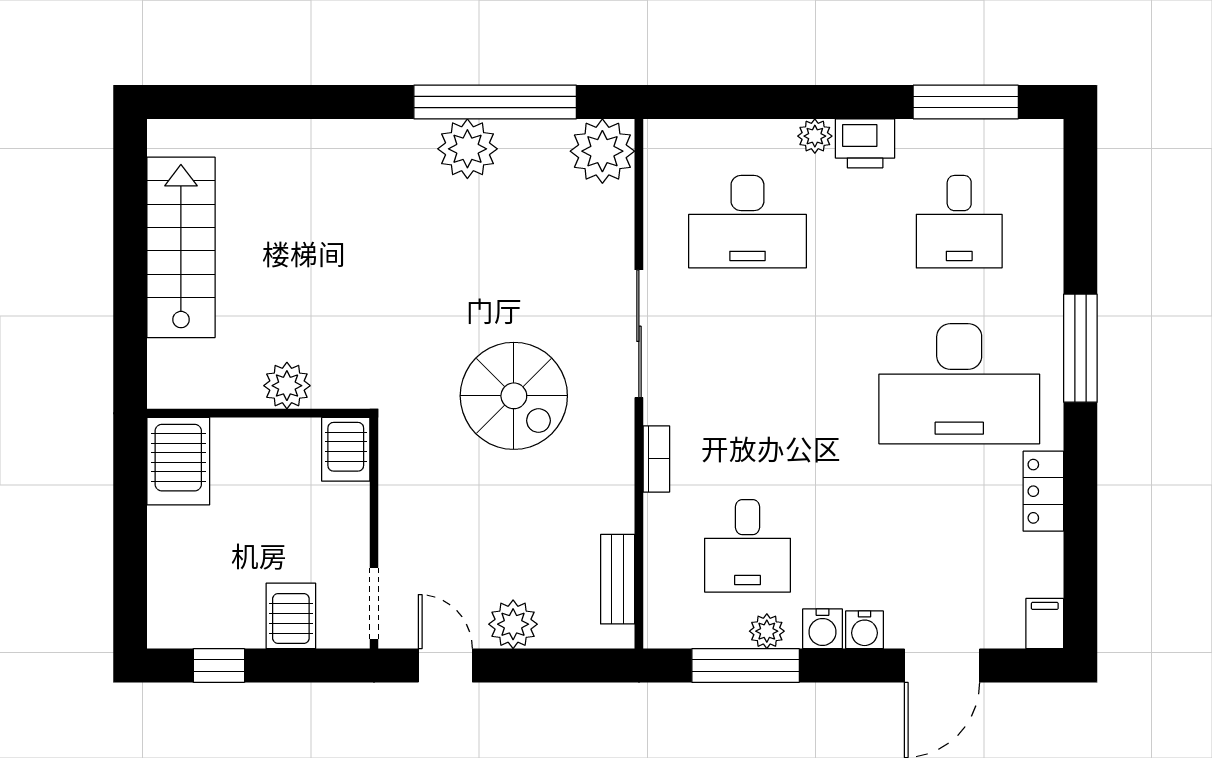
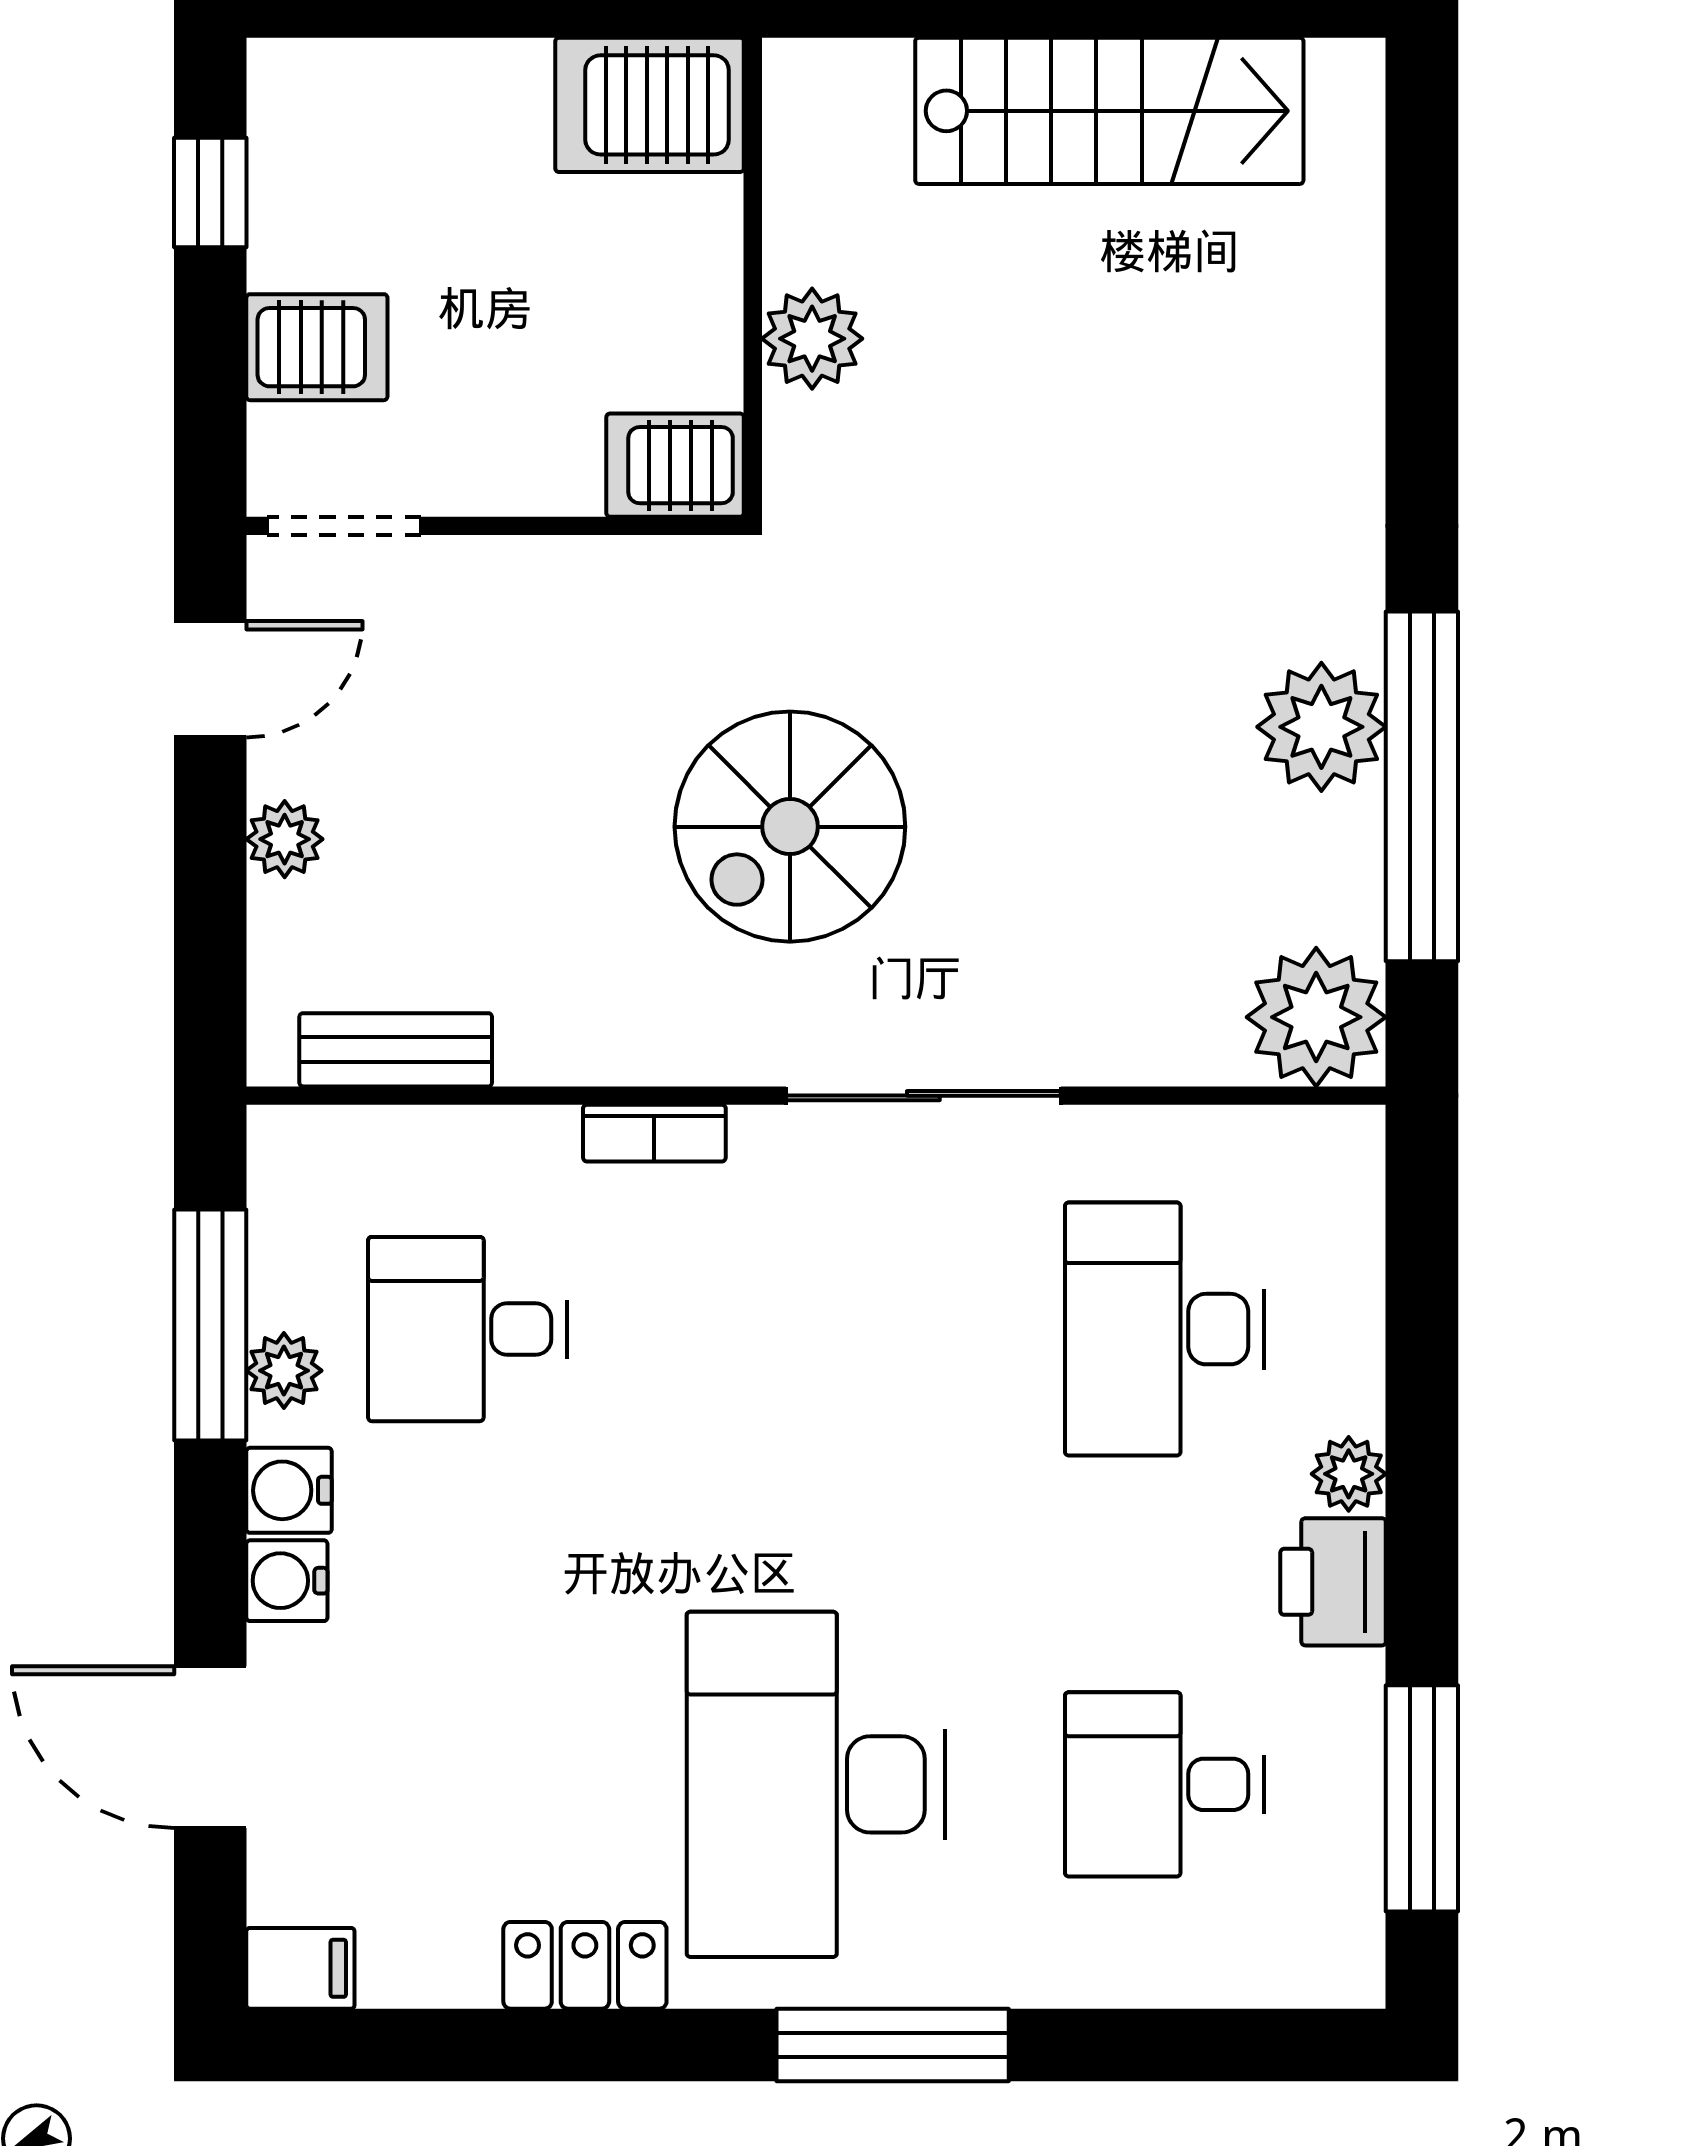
plant: (513, 624) -> (285, 839), width x0.73, depth x0.73

